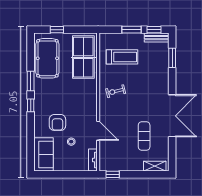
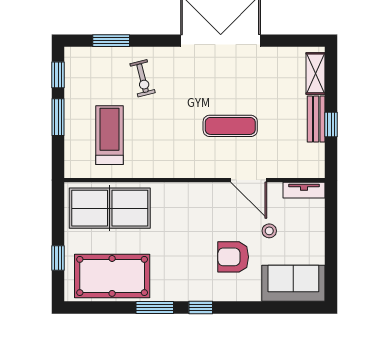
bench: (157, 38) -> (316, 119), moved
exercise bike: (116, 91) -> (143, 78), moved
armchair: (57, 122) -> (233, 257), turned 180
door: (98, 131) -> (249, 180), swing flipped
exercise mat: (144, 136) -> (230, 126), moved
window: (113, 174) -> (331, 124), moved

